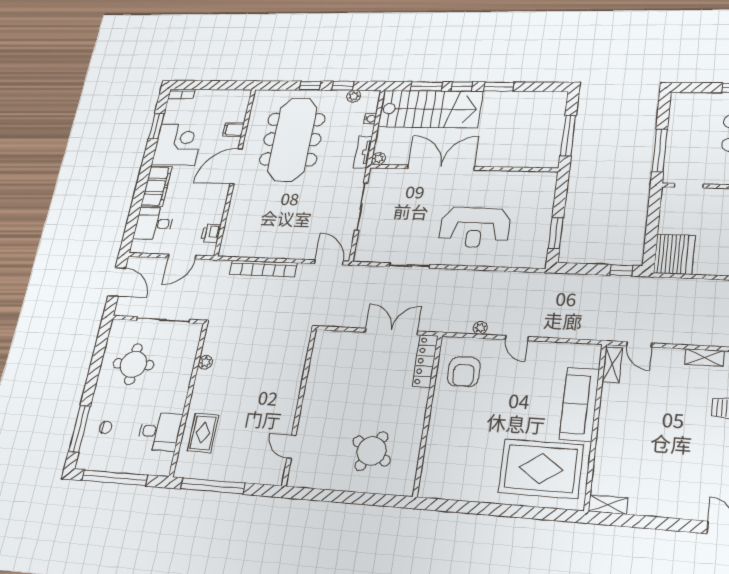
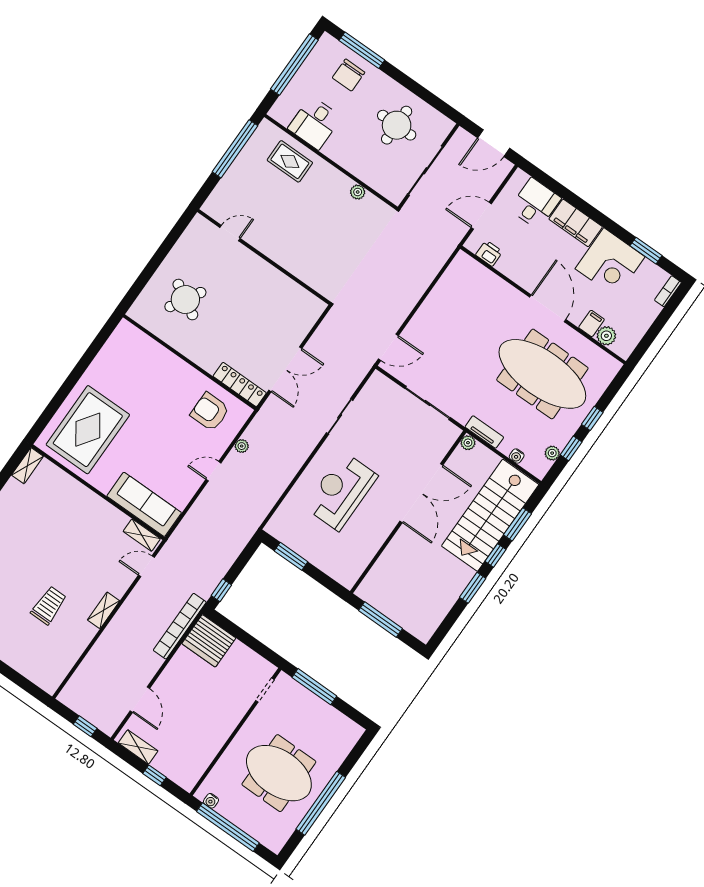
plant: (238, 114) -> (606, 336), added
door: (182, 257) -> (481, 216), hinge flipped
bookcase: (263, 269) -> (180, 626), moved
sofa: (579, 404) -> (144, 504), moved
chair: (106, 427) -> (349, 75), width x1.87, depth x1.87

